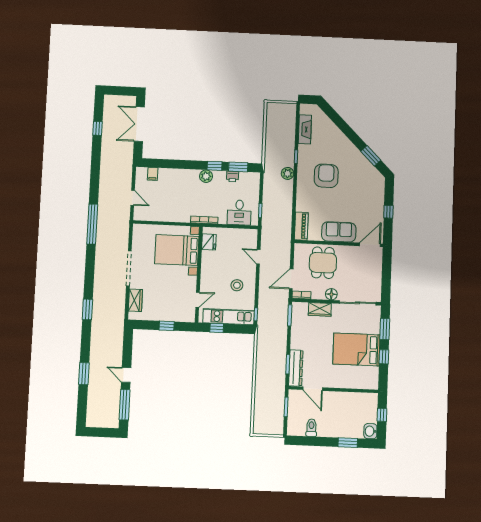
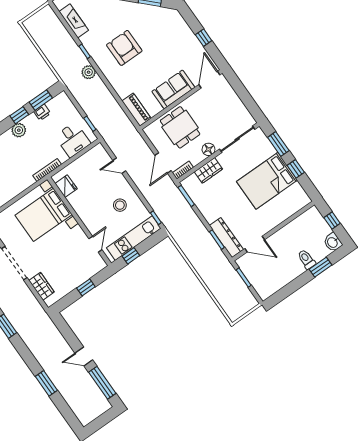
toilet: (311, 428) -> (306, 259), moved

